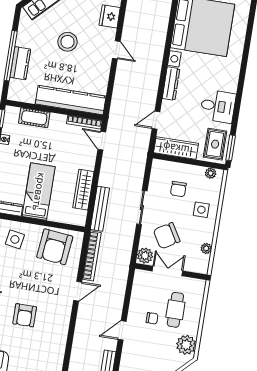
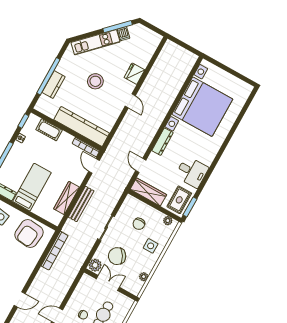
door: (156, 120) -> (141, 165), hinge flipped
bench: (100, 209) -> (81, 204), moved
door: (78, 291) -> (20, 299), moved

